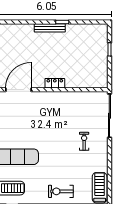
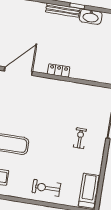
washbasin: (76, 30) -> (91, 17), added

